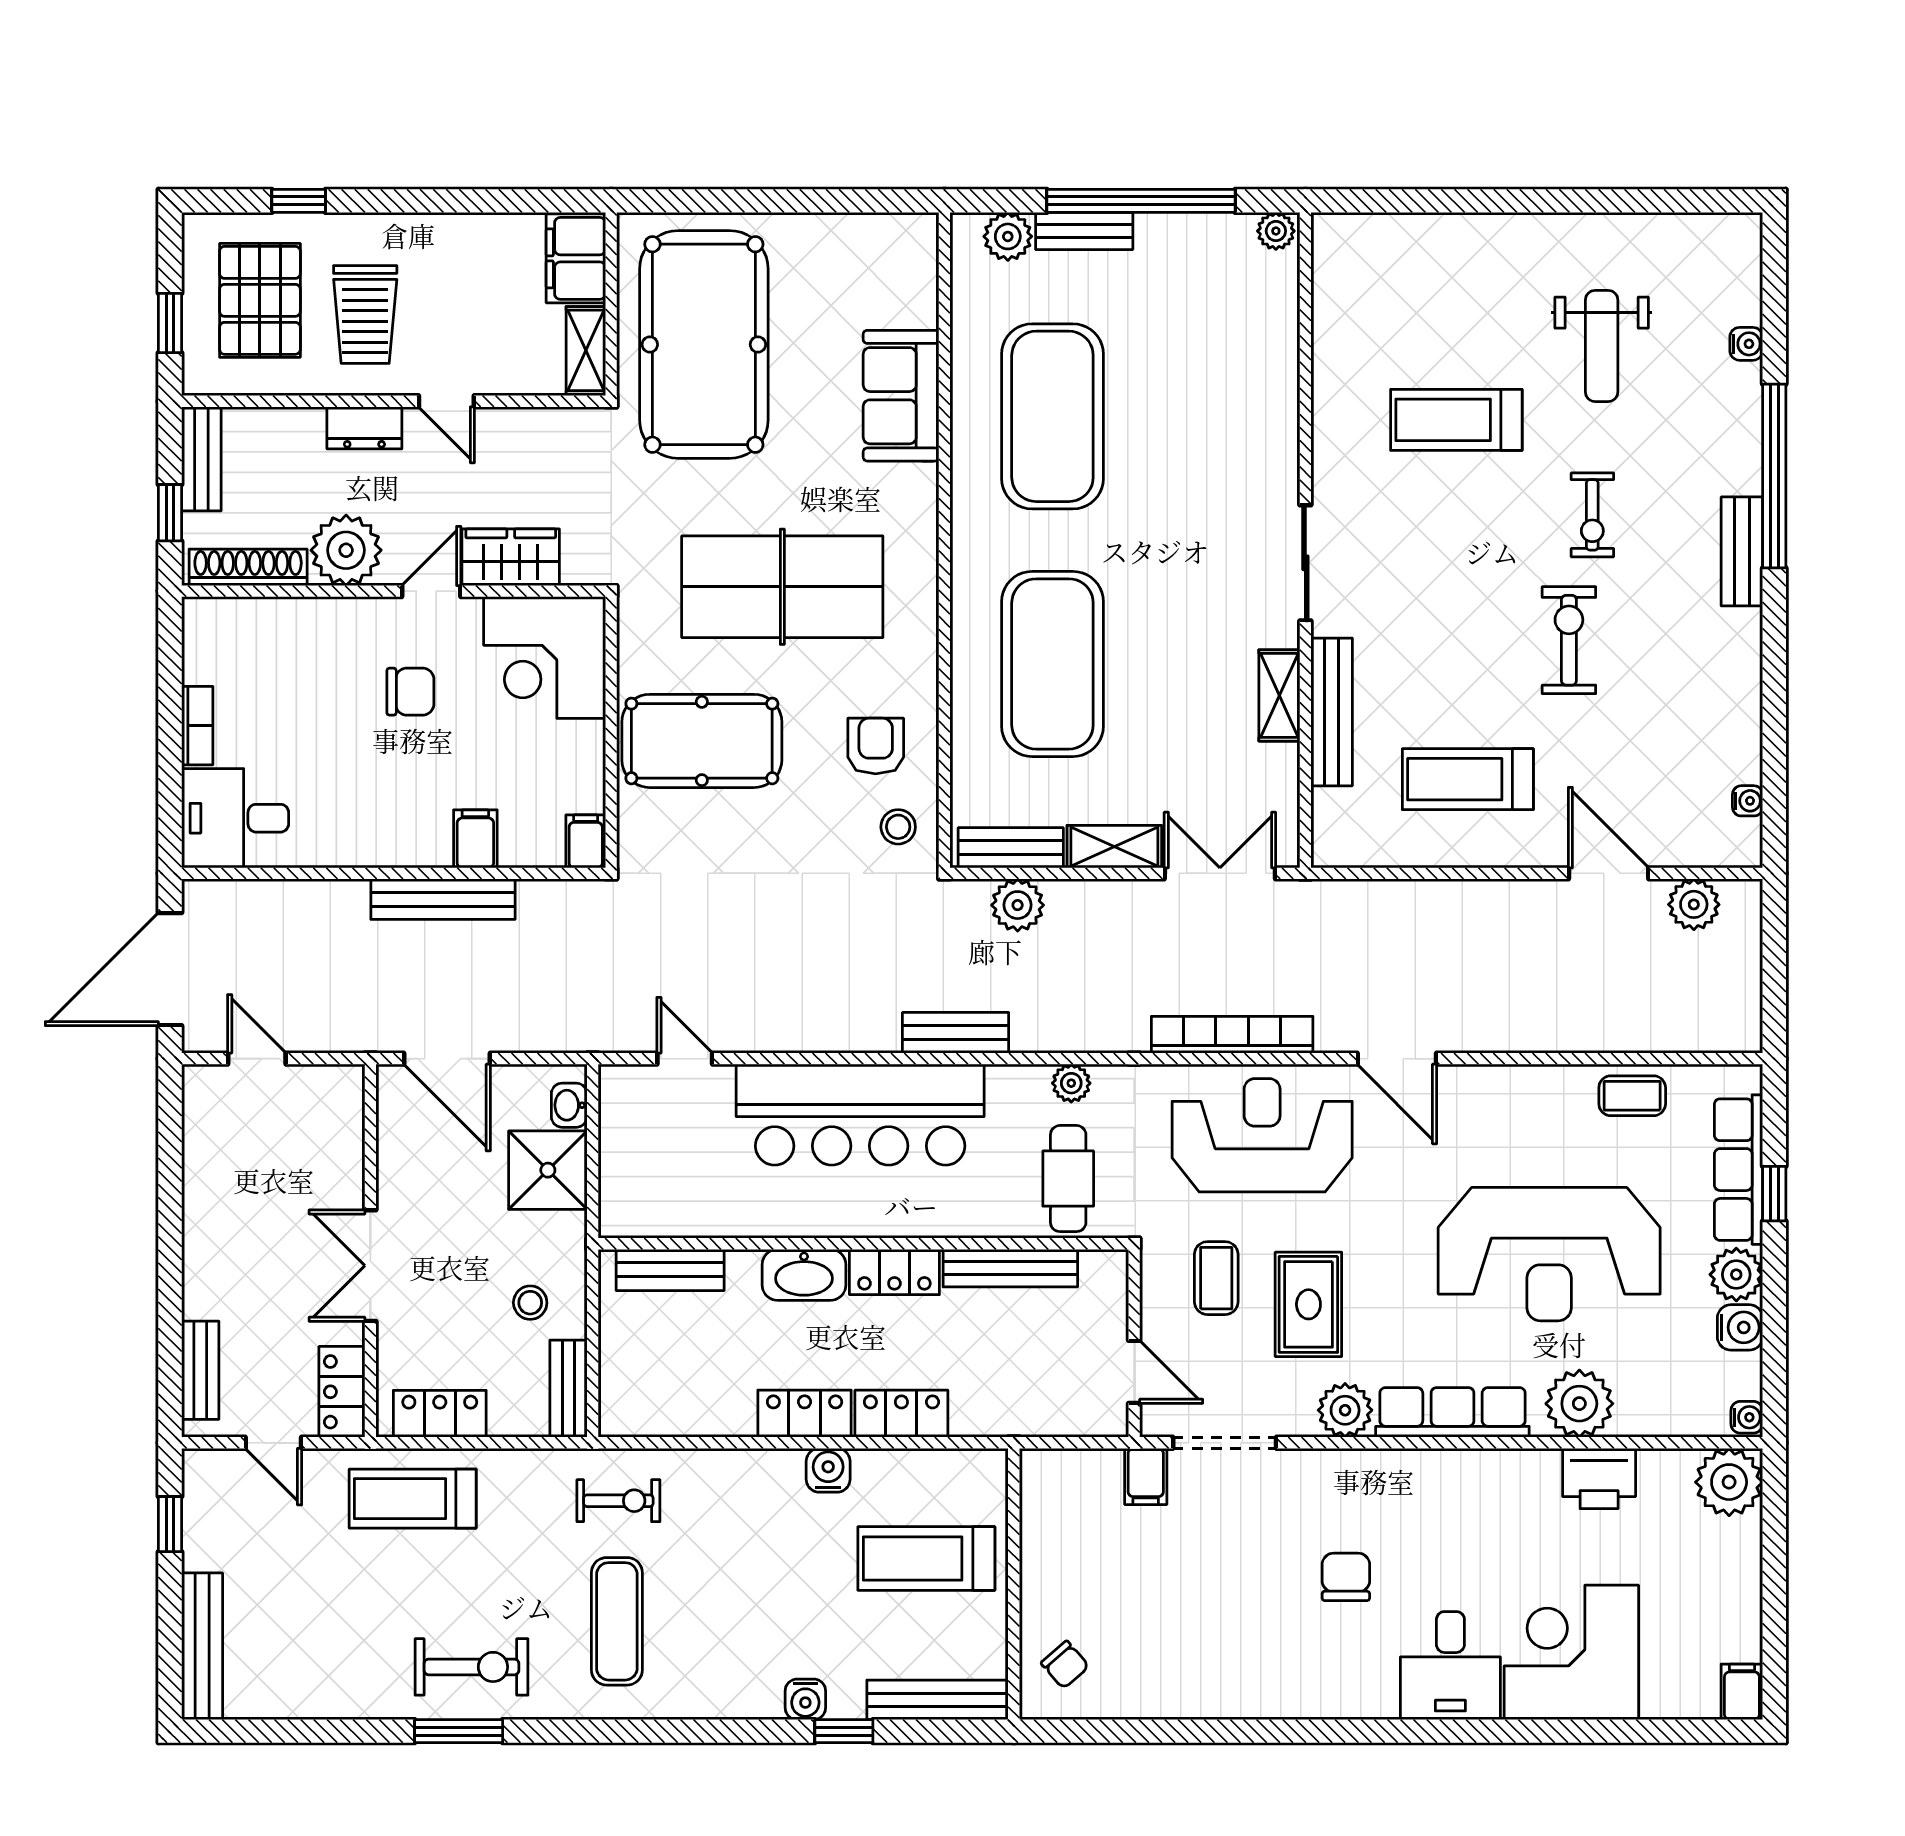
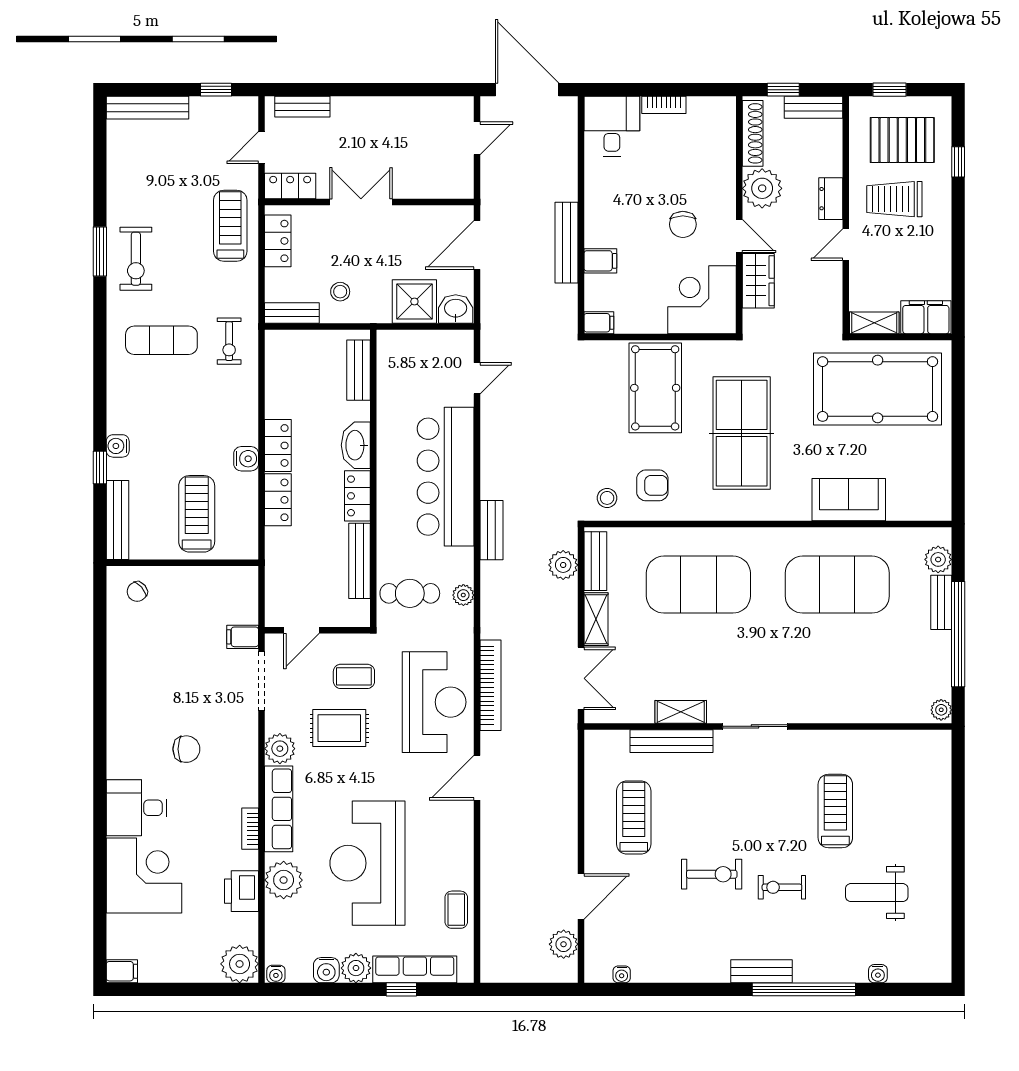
washbasin: (569, 1105) -> (456, 309), width x1.38, depth x1.45
bookcase: (1488, 1463) -> (250, 829), added

